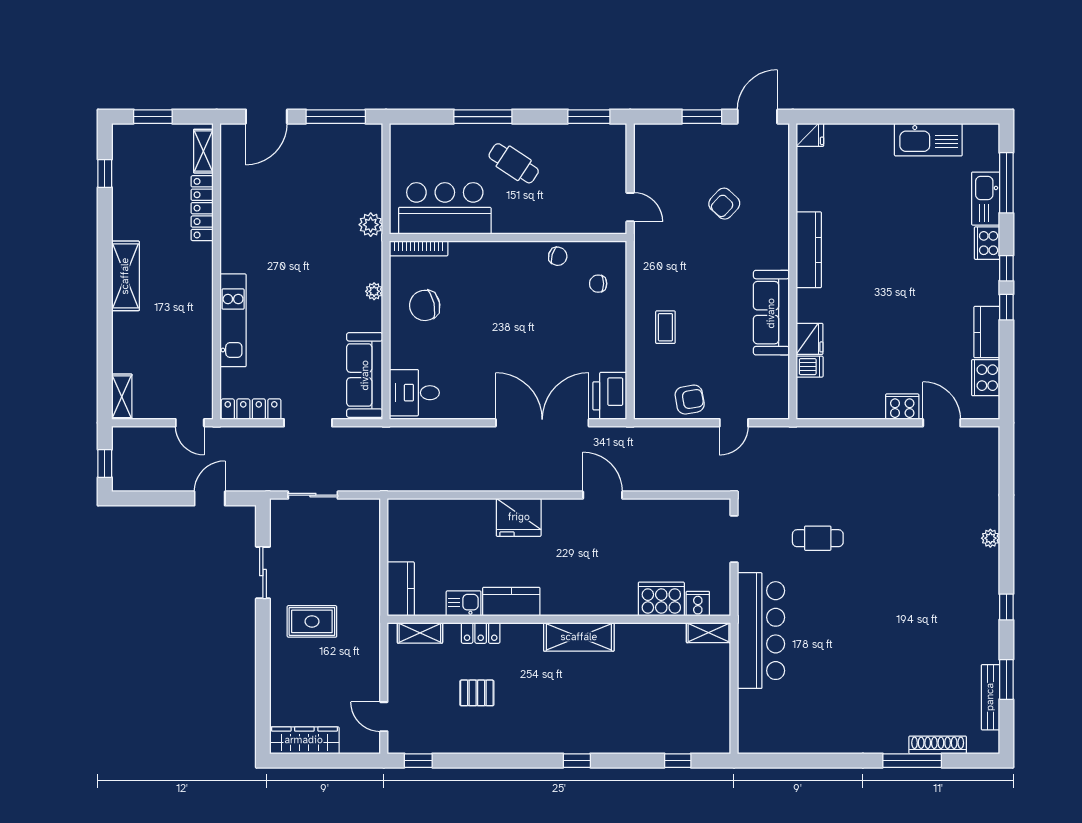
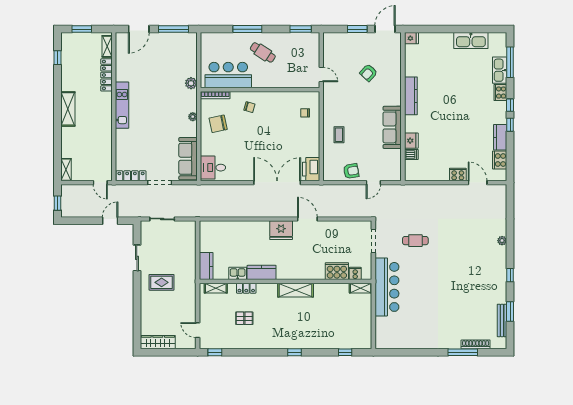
chair: (558, 256) -> (249, 107), moved
kitchen unit: (233, 320) -> (122, 105), moved
fridge: (519, 517) -> (281, 230), moved

